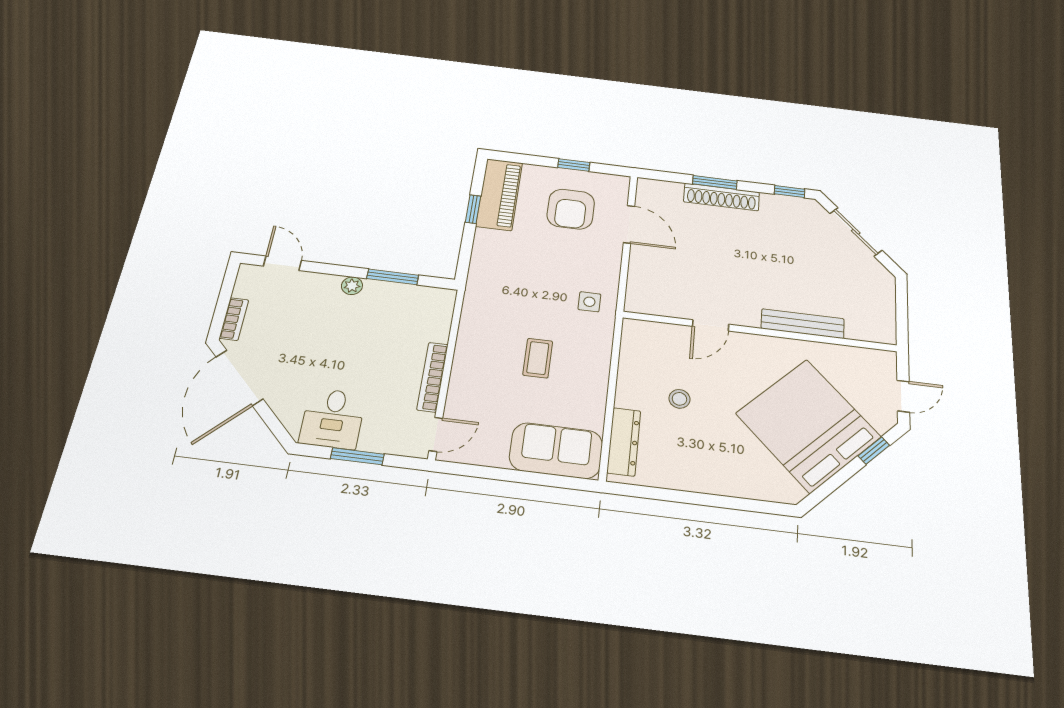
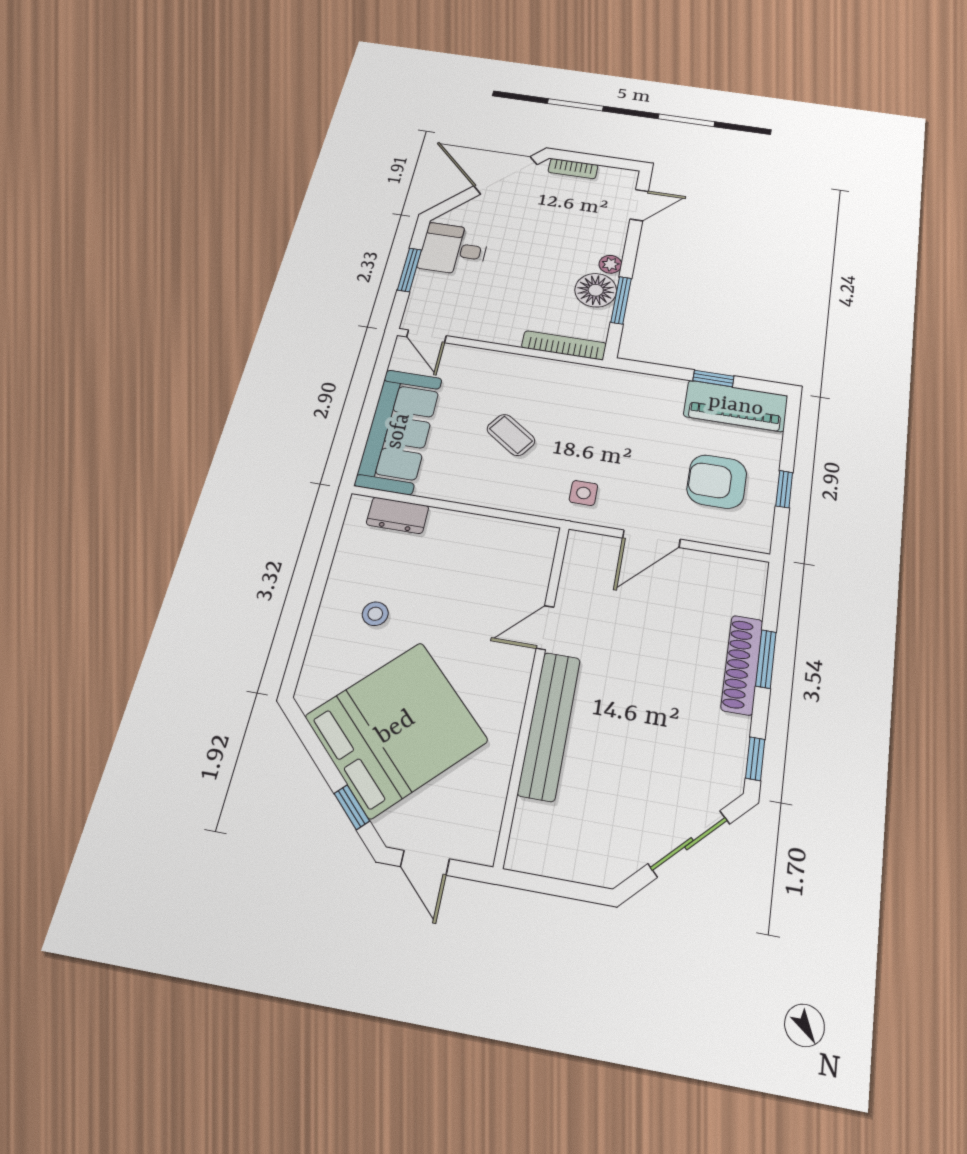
door: (629, 224) -> (651, 539), moved
floor lamp: (382, 297) -> (596, 290), added
bench: (803, 324) -> (549, 725), width x1.37, depth x1.21
door: (711, 325) -> (545, 628), hinge flipped
coffee table: (538, 358) -> (511, 435), turned 35
bookcase: (432, 377) -> (564, 345), moved
stool: (679, 399) -> (375, 614), moved
dresser: (624, 442) -> (398, 515), width x0.70
sofa: (556, 451) -> (399, 431), width x1.36

